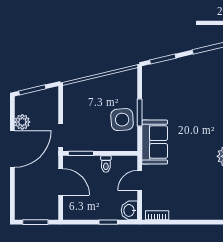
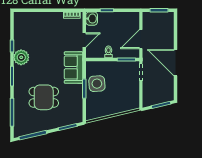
dining table: (196, 101) -> (44, 97), added
plant: (22, 122) -> (168, 82), removed
door: (12, 149) -> (175, 63), hinge flipped
door: (61, 182) -> (141, 39), hinge flipped

